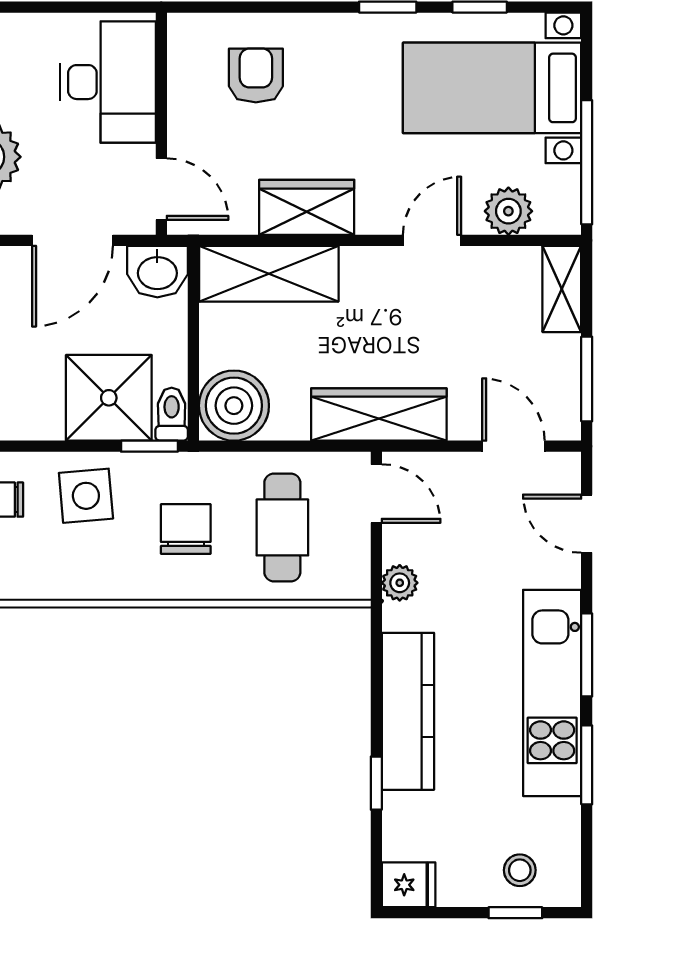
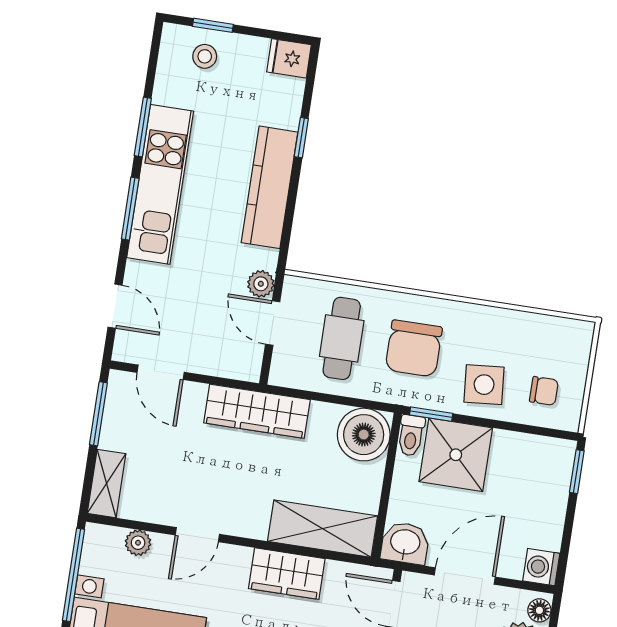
plant: (508, 211) -> (138, 543), width x0.73, depth x0.73
door: (376, 494) -> (273, 323), moved
chair: (186, 529) -> (414, 348), width x1.37, depth x1.37

